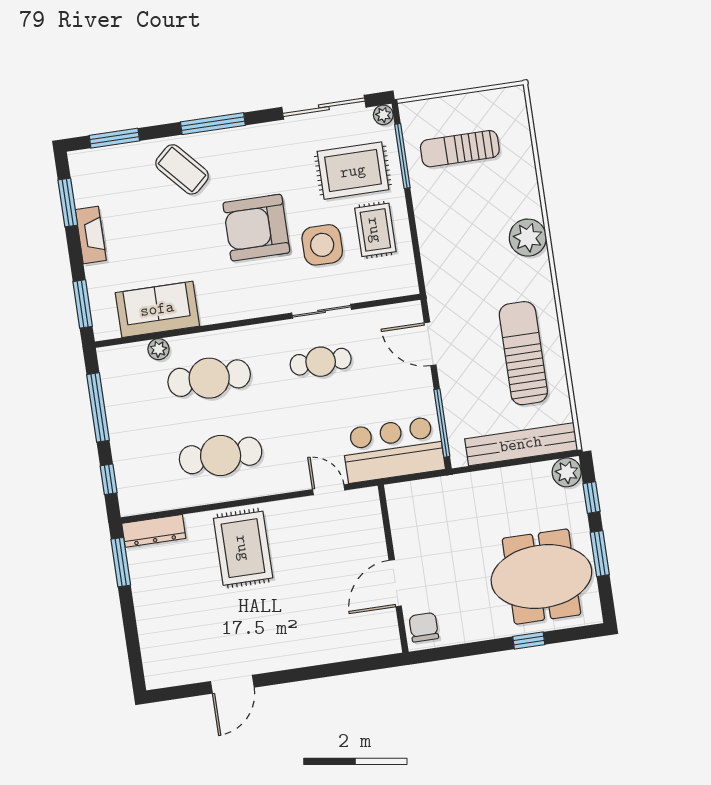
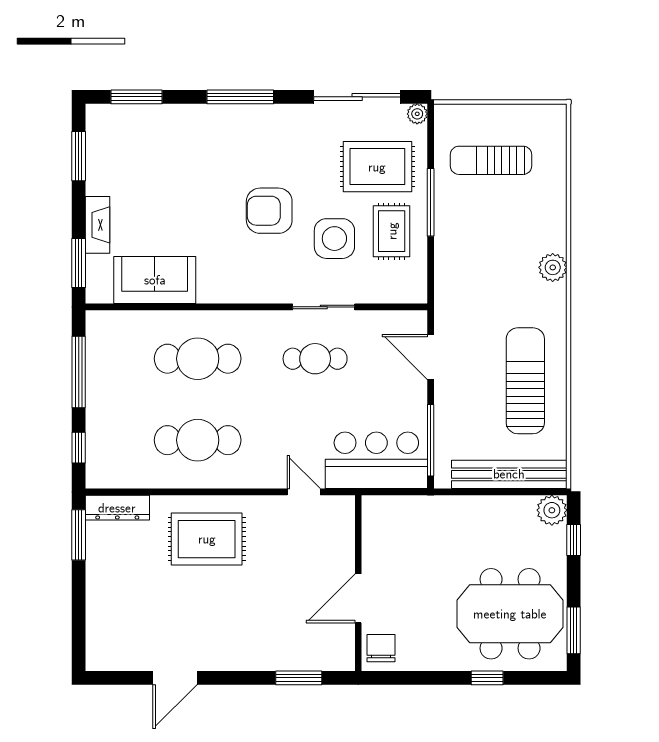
window: (402, 156) -> (431, 202), moved
coffee table: (182, 169) -> (202, 139), removed
armchair: (256, 228) -> (269, 211), width x0.73, depth x0.73
fireplace: (91, 235) -> (97, 225), moved
plant: (528, 238) -> (553, 267), width x0.73, depth x0.73
plant: (159, 349) -> (150, 321), removed
rug: (243, 548) -> (207, 539), turned 90
window: (600, 554) -> (574, 630), moved
window: (350, 667) -> (299, 678), added

